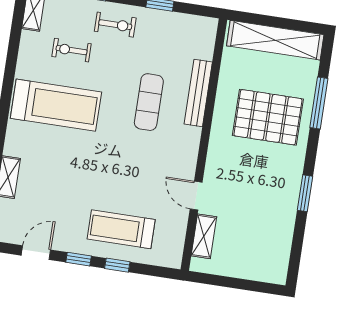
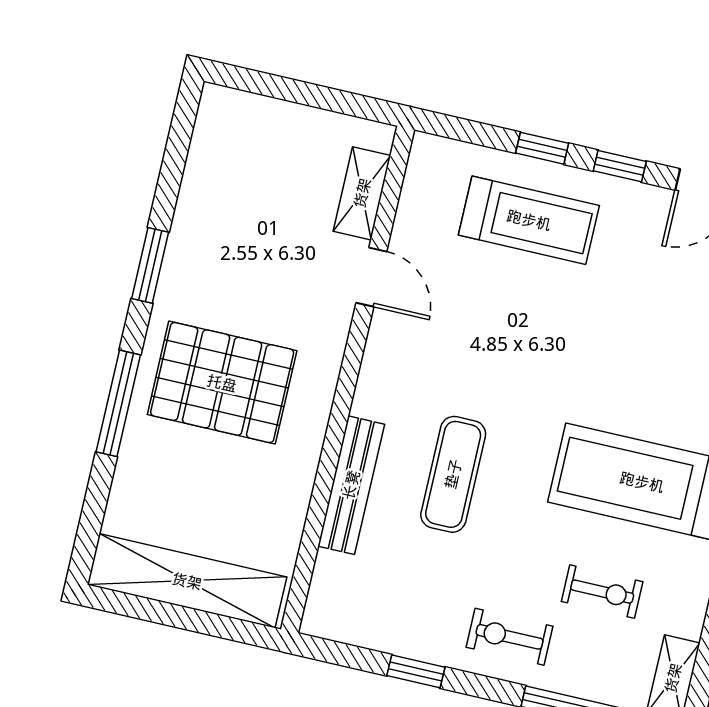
window: (319, 103) -> (118, 403), moved
pallet: (268, 117) -> (222, 383), moved

